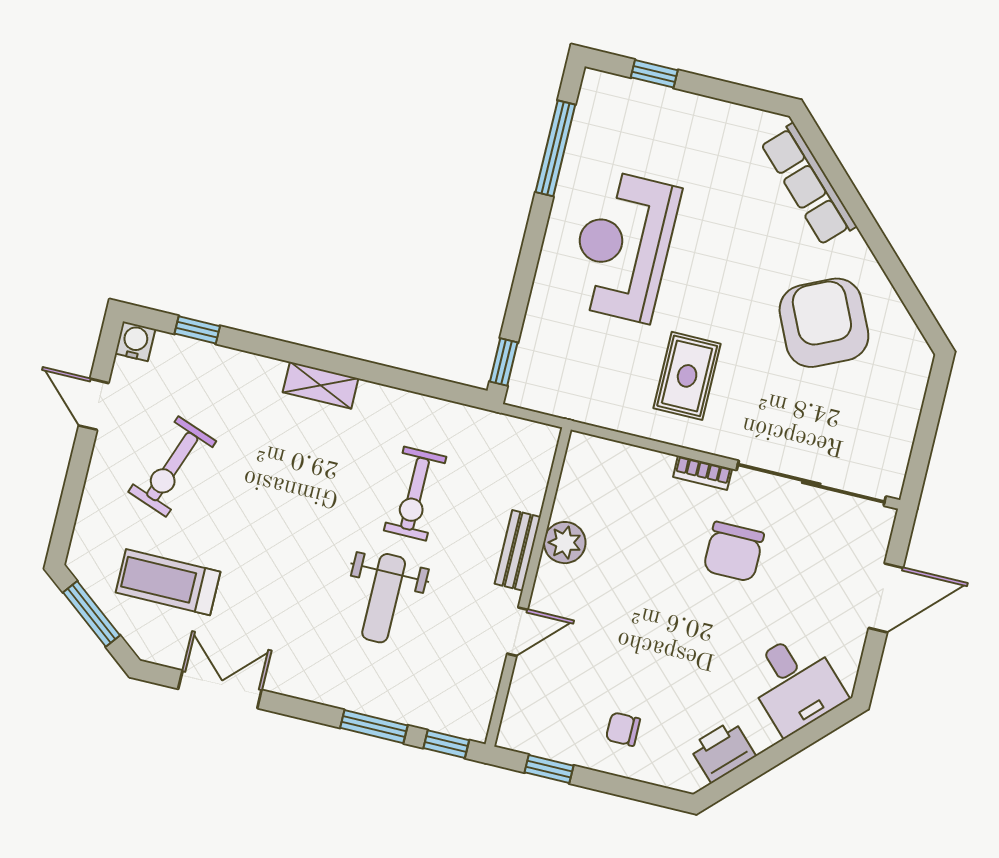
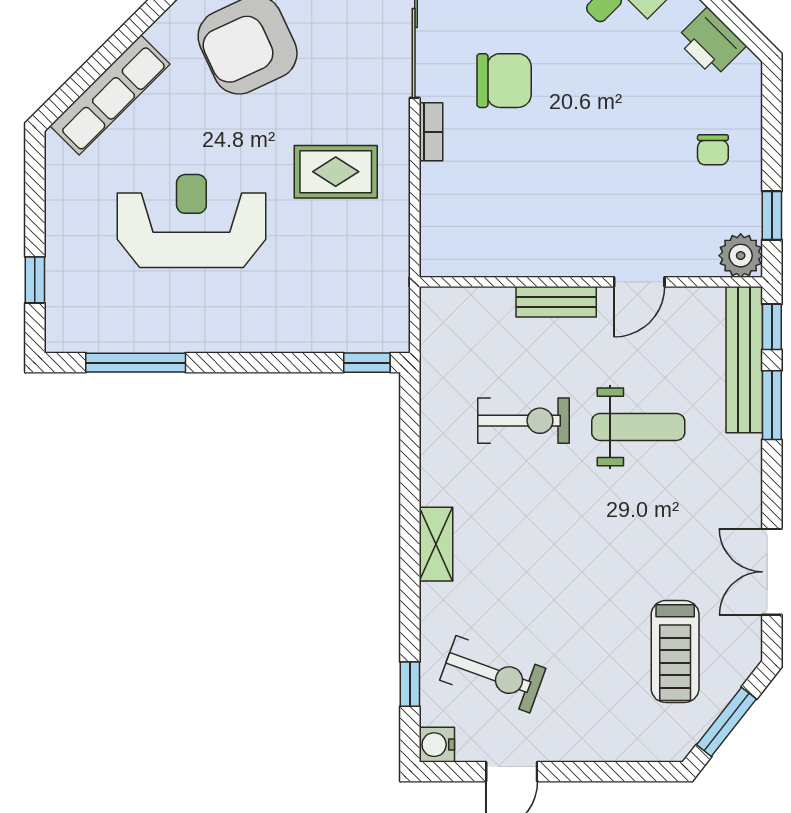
reception desk: (623, 246) -> (191, 221), moved, turned 180
exercise bike: (172, 466) -> (493, 674), moved
plant: (565, 543) -> (741, 256), moved
door: (517, 632) -> (639, 282), swing flipped
bench: (422, 711) -> (744, 360), added

